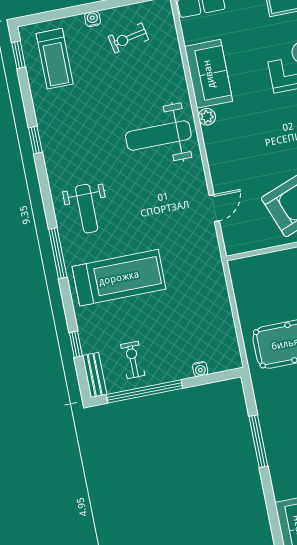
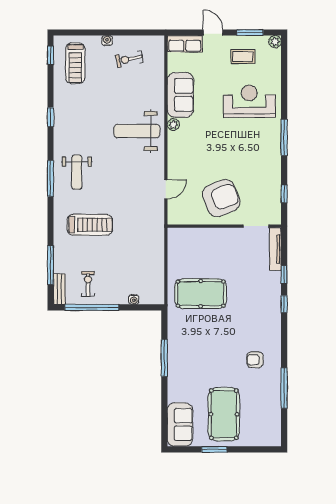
window: (58, 253) -> (51, 178), moved
treadmill: (119, 278) -> (90, 225), width x0.73, depth x0.73
window: (76, 344) -> (51, 265), width x2.17

